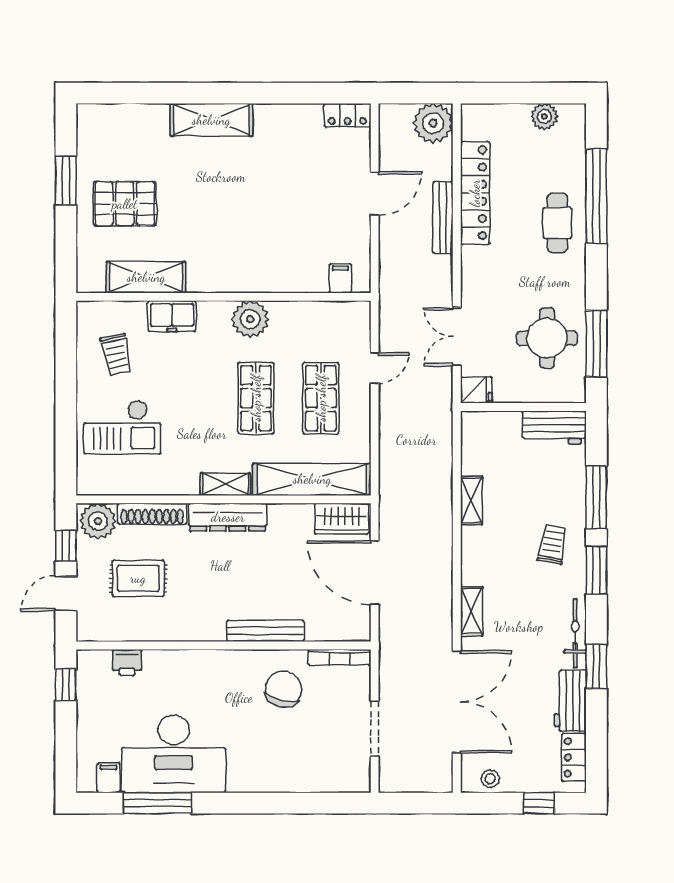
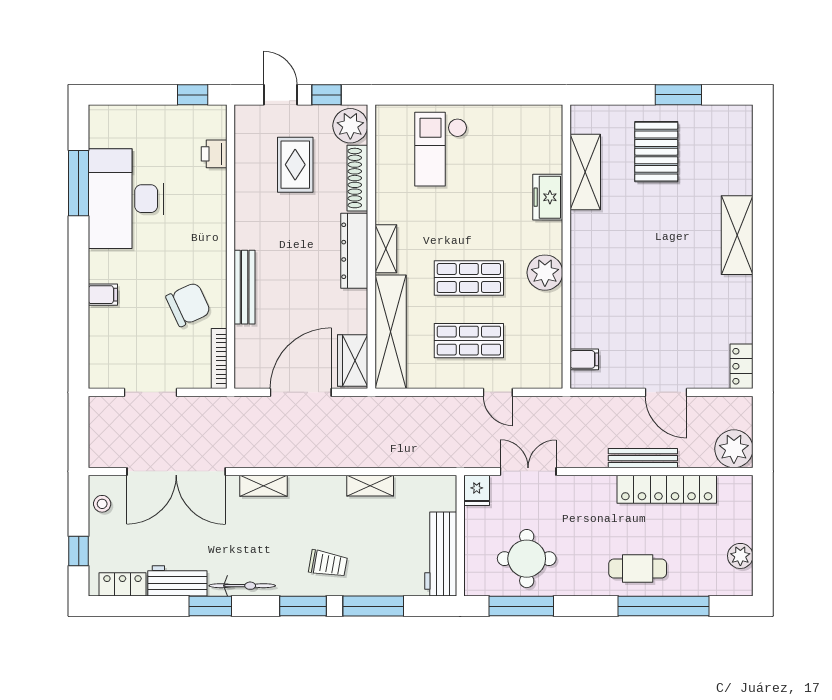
trolley: (116, 354) -> (511, 143), removed
workbench: (554, 427) -> (441, 554), width x1.38
chair: (283, 689) -> (188, 304), turned -38
filing cabinet: (108, 778) -> (103, 295), moved

